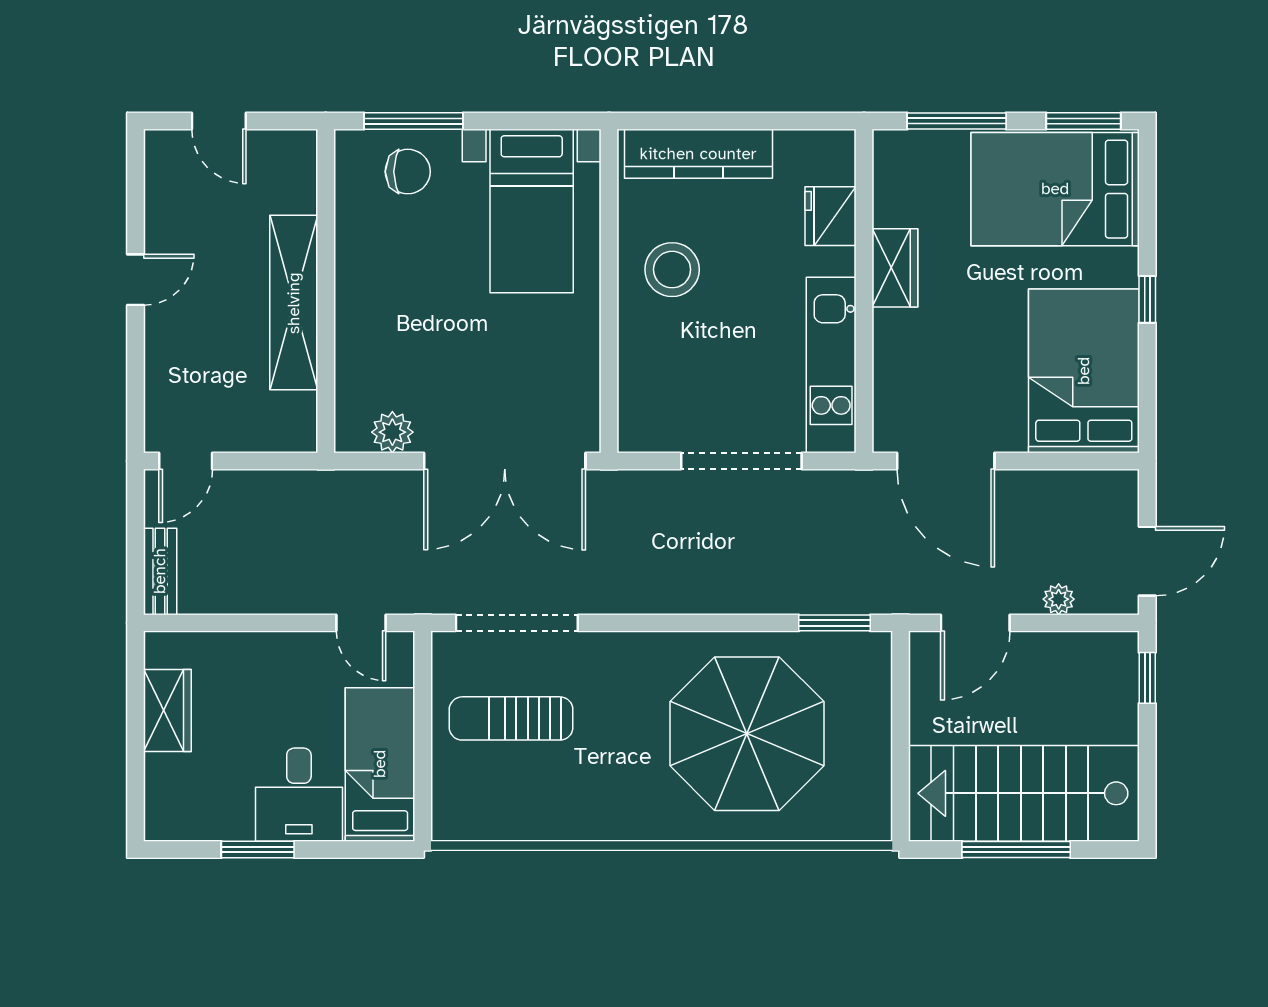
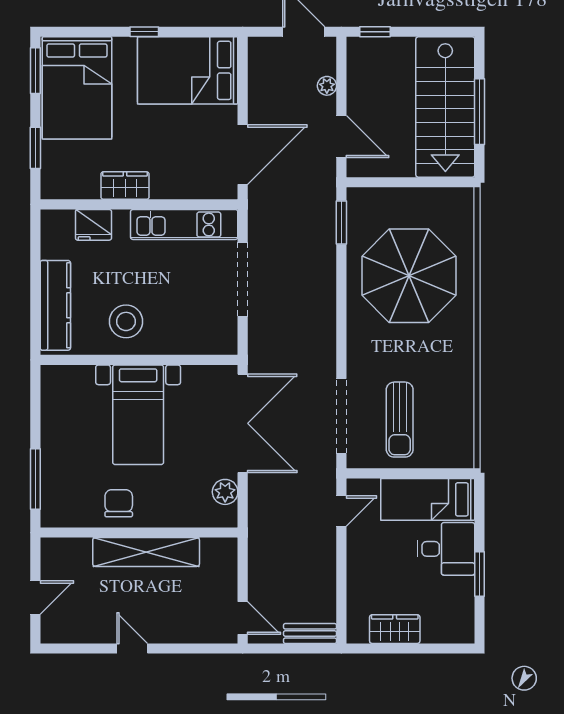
window: (957, 121) -> (35, 148), width x0.69
chair: (408, 172) -> (119, 503), moved
bed with nightstands: (532, 211) -> (138, 415), moved, turned 90

